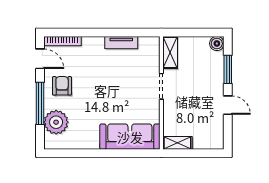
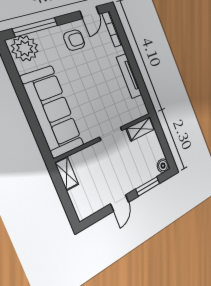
tv unit: (121, 43) -> (129, 76), width x1.41
window: (40, 103) -> (35, 27), moved
plant: (56, 122) -> (25, 48), moved
sofa: (130, 137) -> (52, 112), width x1.36, depth x1.27

